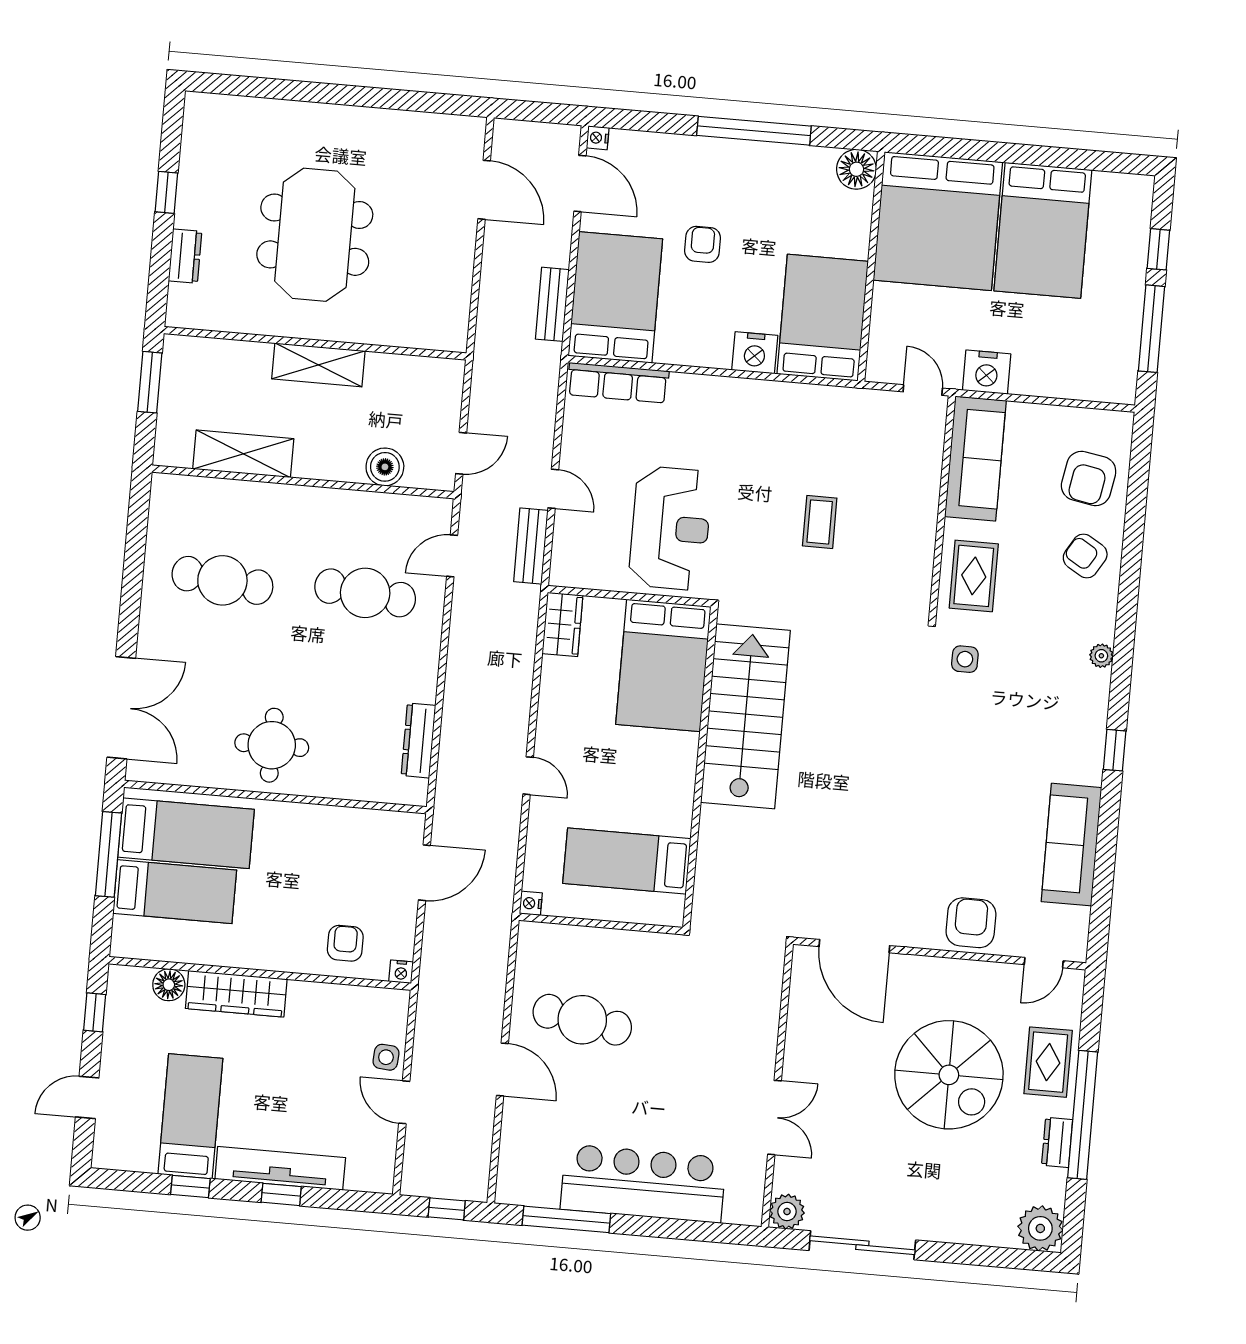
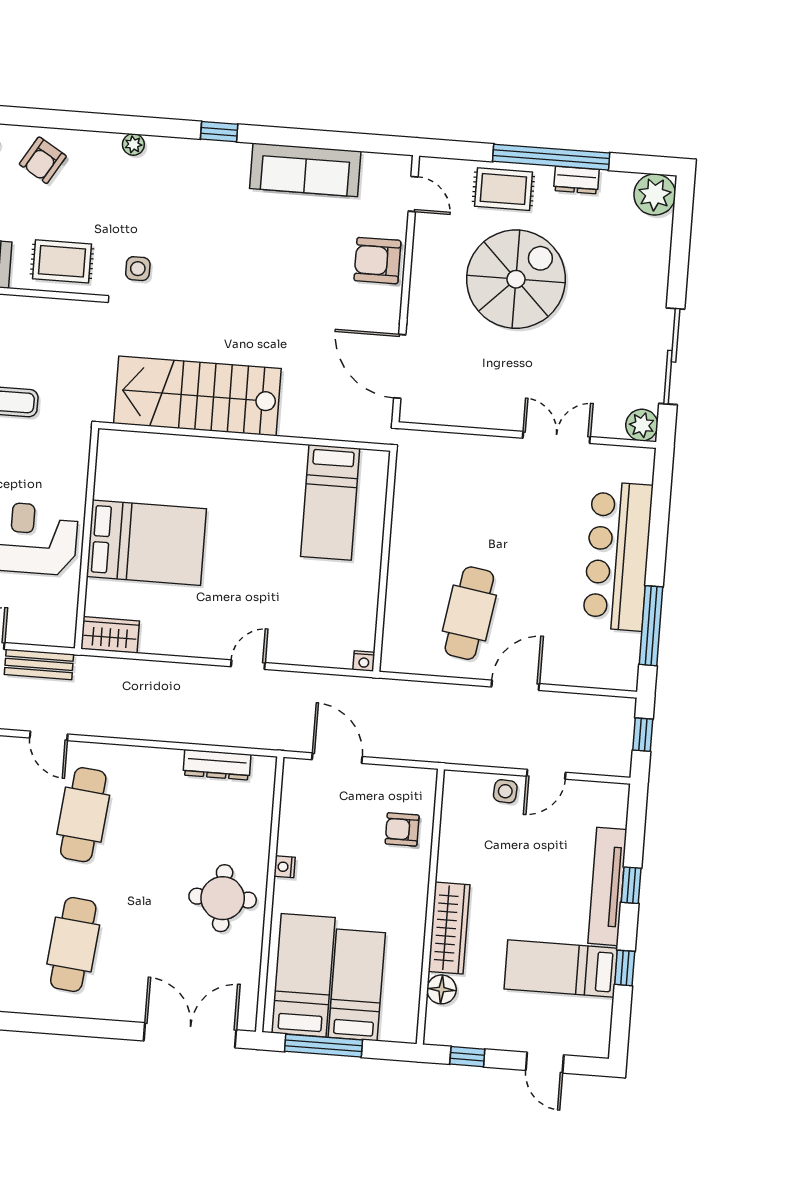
stairs: (745, 716) -> (197, 396), moved
wall: (700, 767) -> (244, 436), moved
bed: (627, 861) -> (330, 502), moved
door: (854, 946) -> (400, 366), swing flipped
nightstand: (401, 972) -> (285, 867), moved, turned 180

